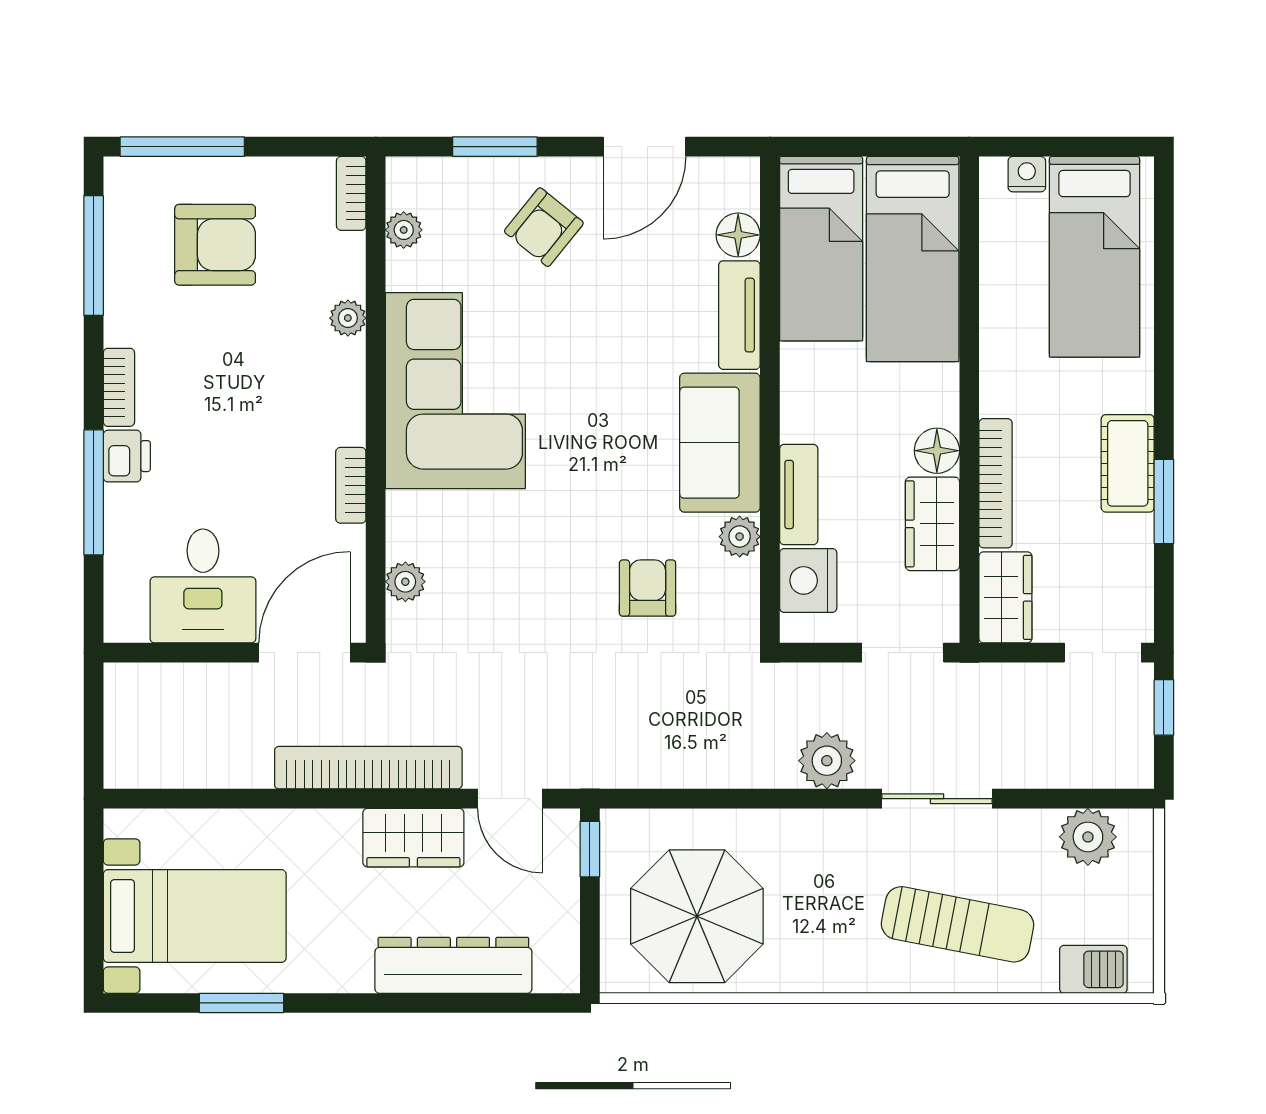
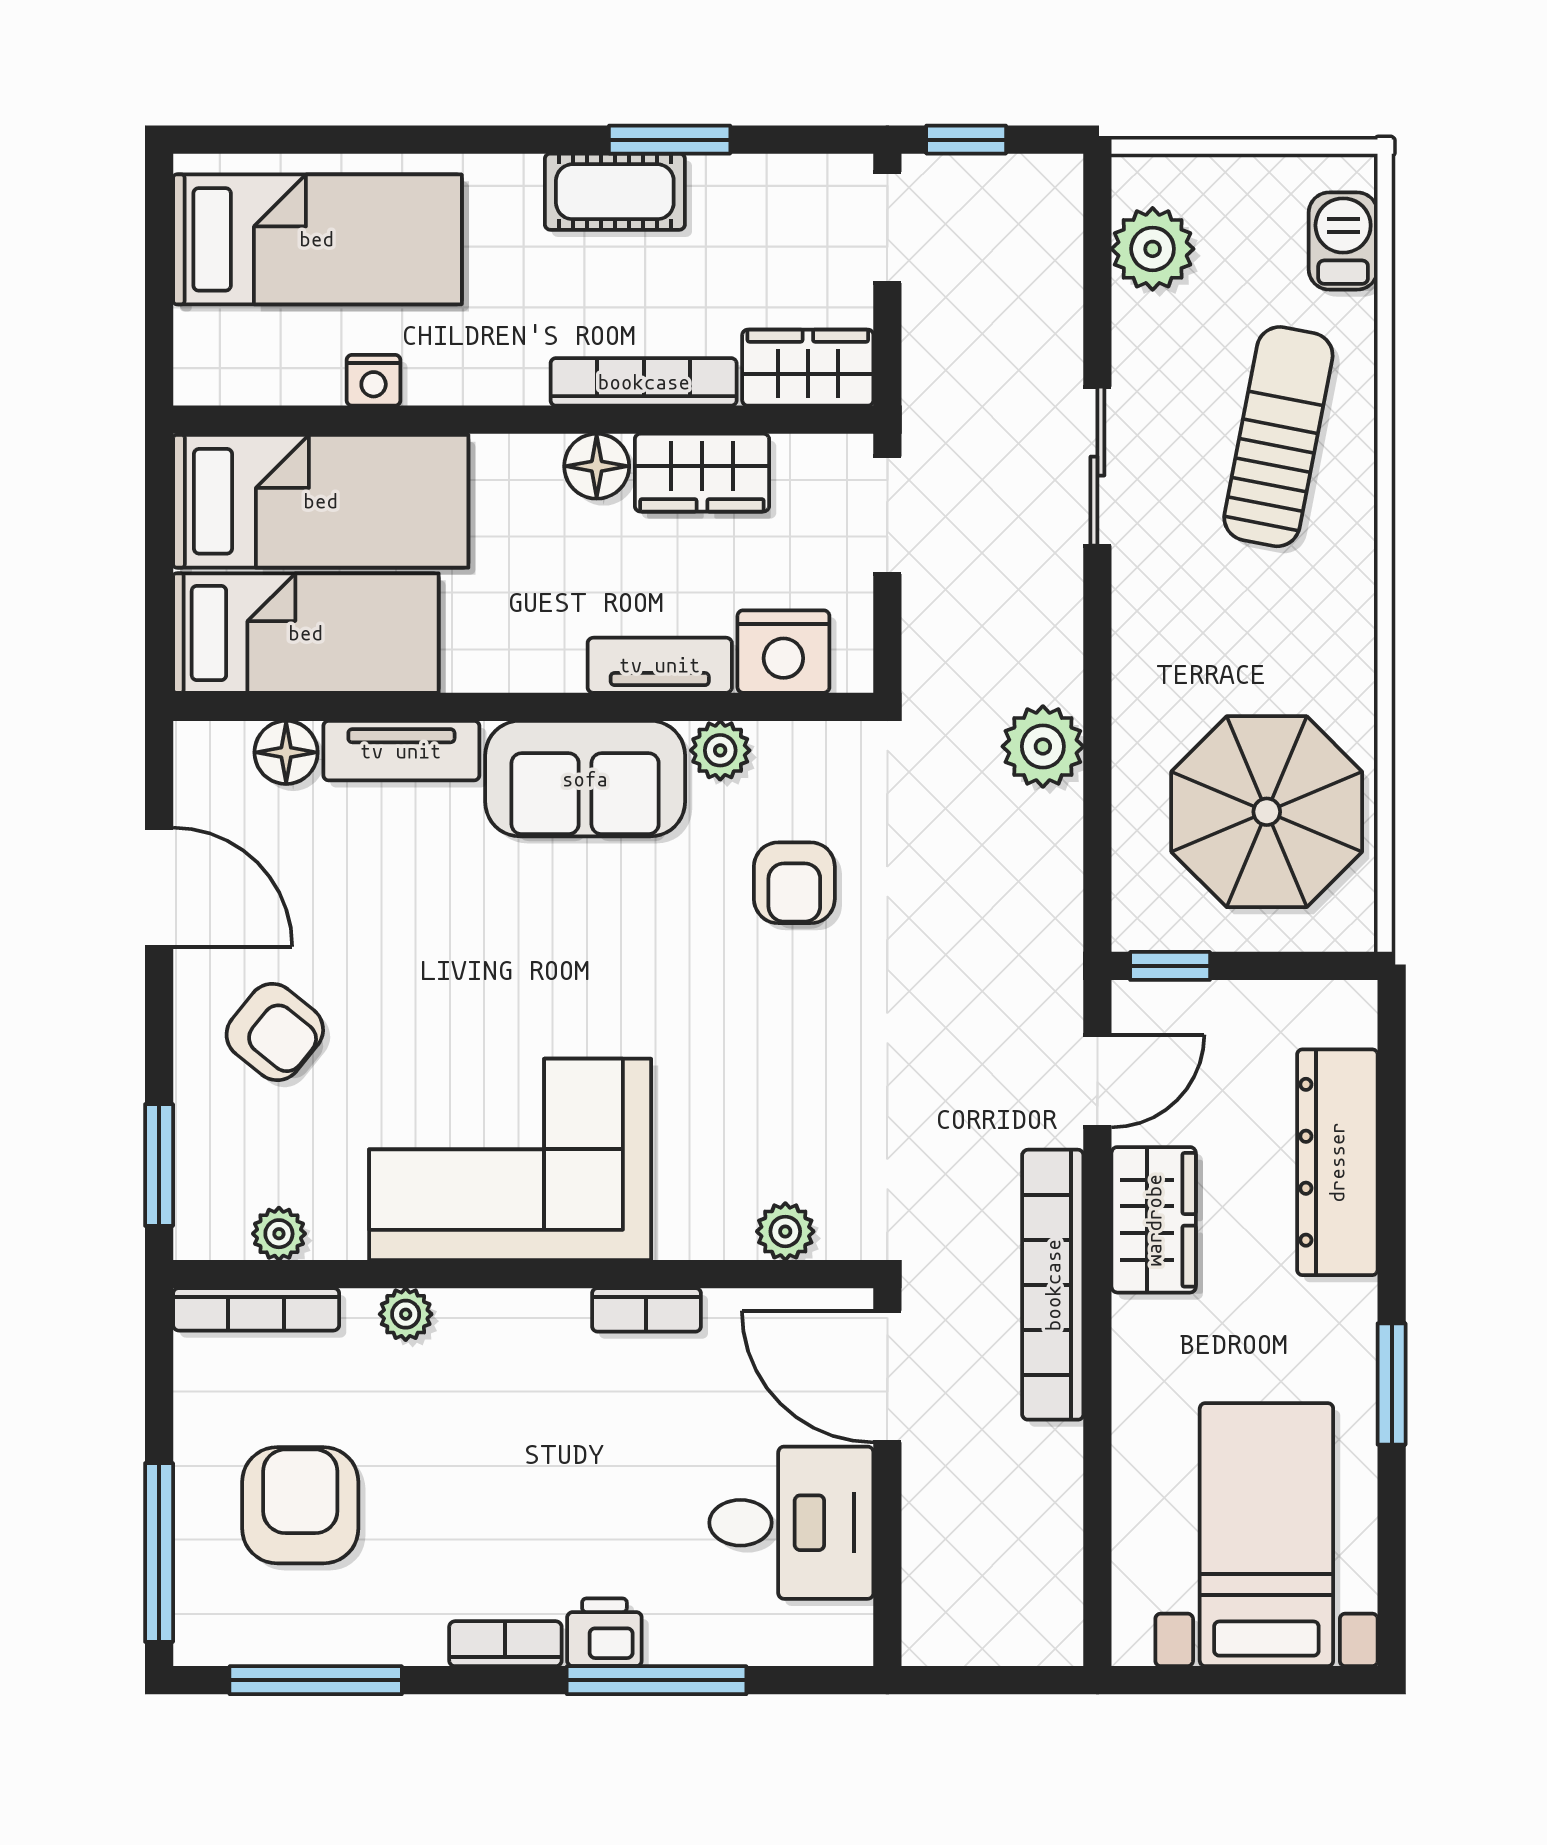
window: (495, 147) -> (159, 1165), moved
nightstand: (1027, 174) -> (374, 380), moved, turned -90
bookcase: (351, 193) -> (256, 1309), width x1.56
armchair: (648, 588) -> (794, 883), turned -90
plant: (827, 761) -> (1043, 746), moved
window: (241, 1003) -> (1392, 1384), moved

